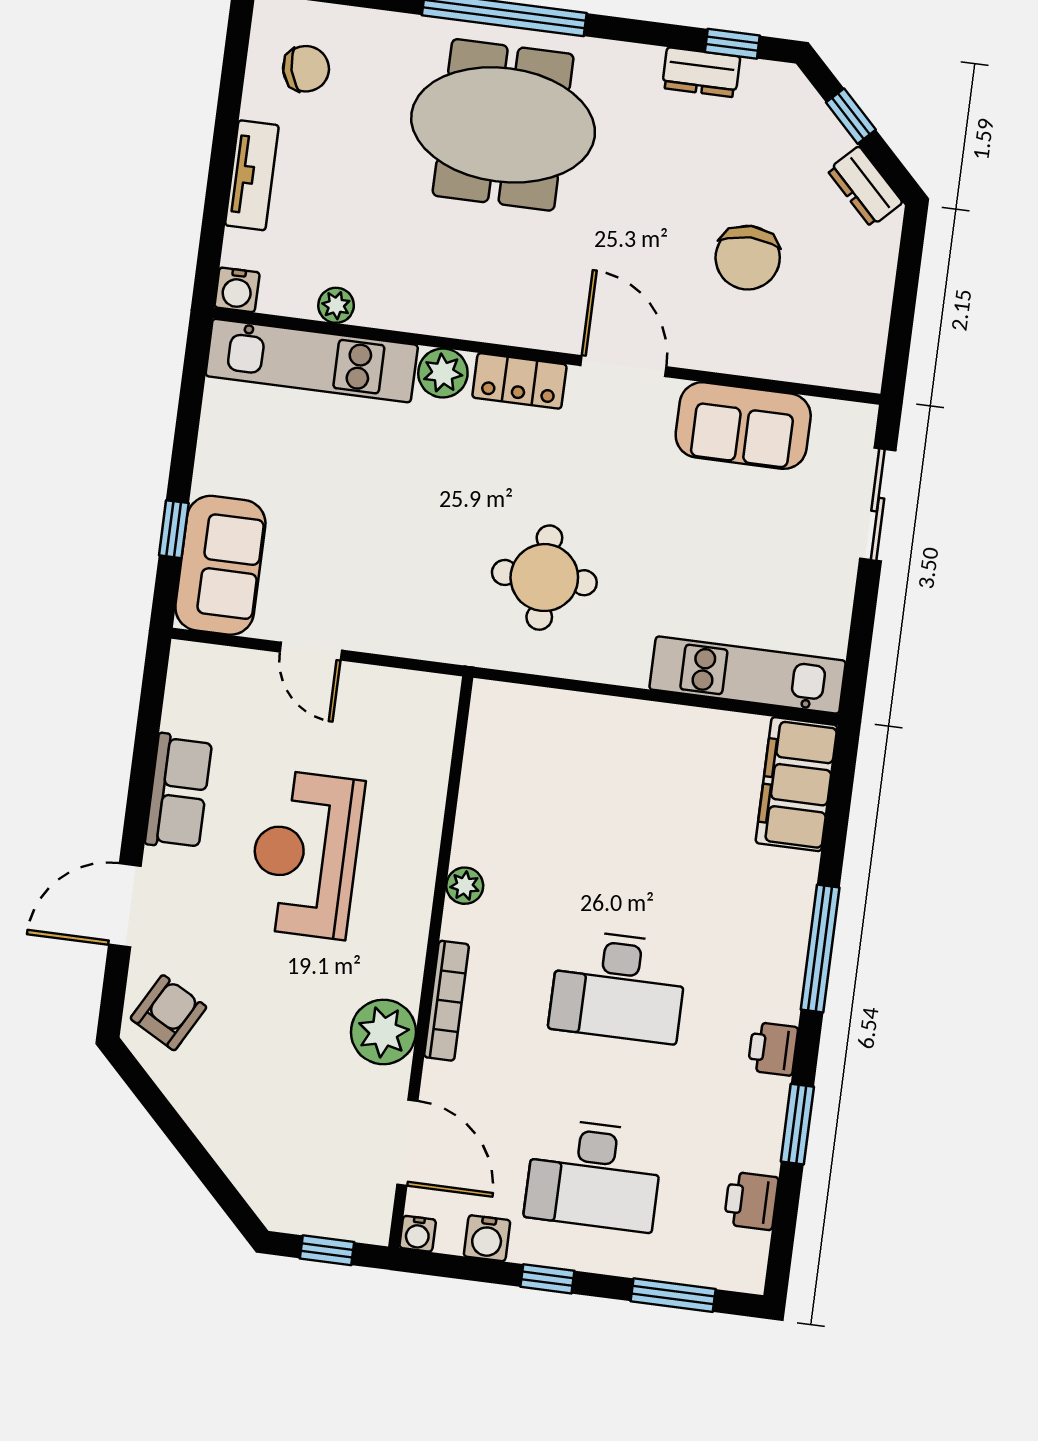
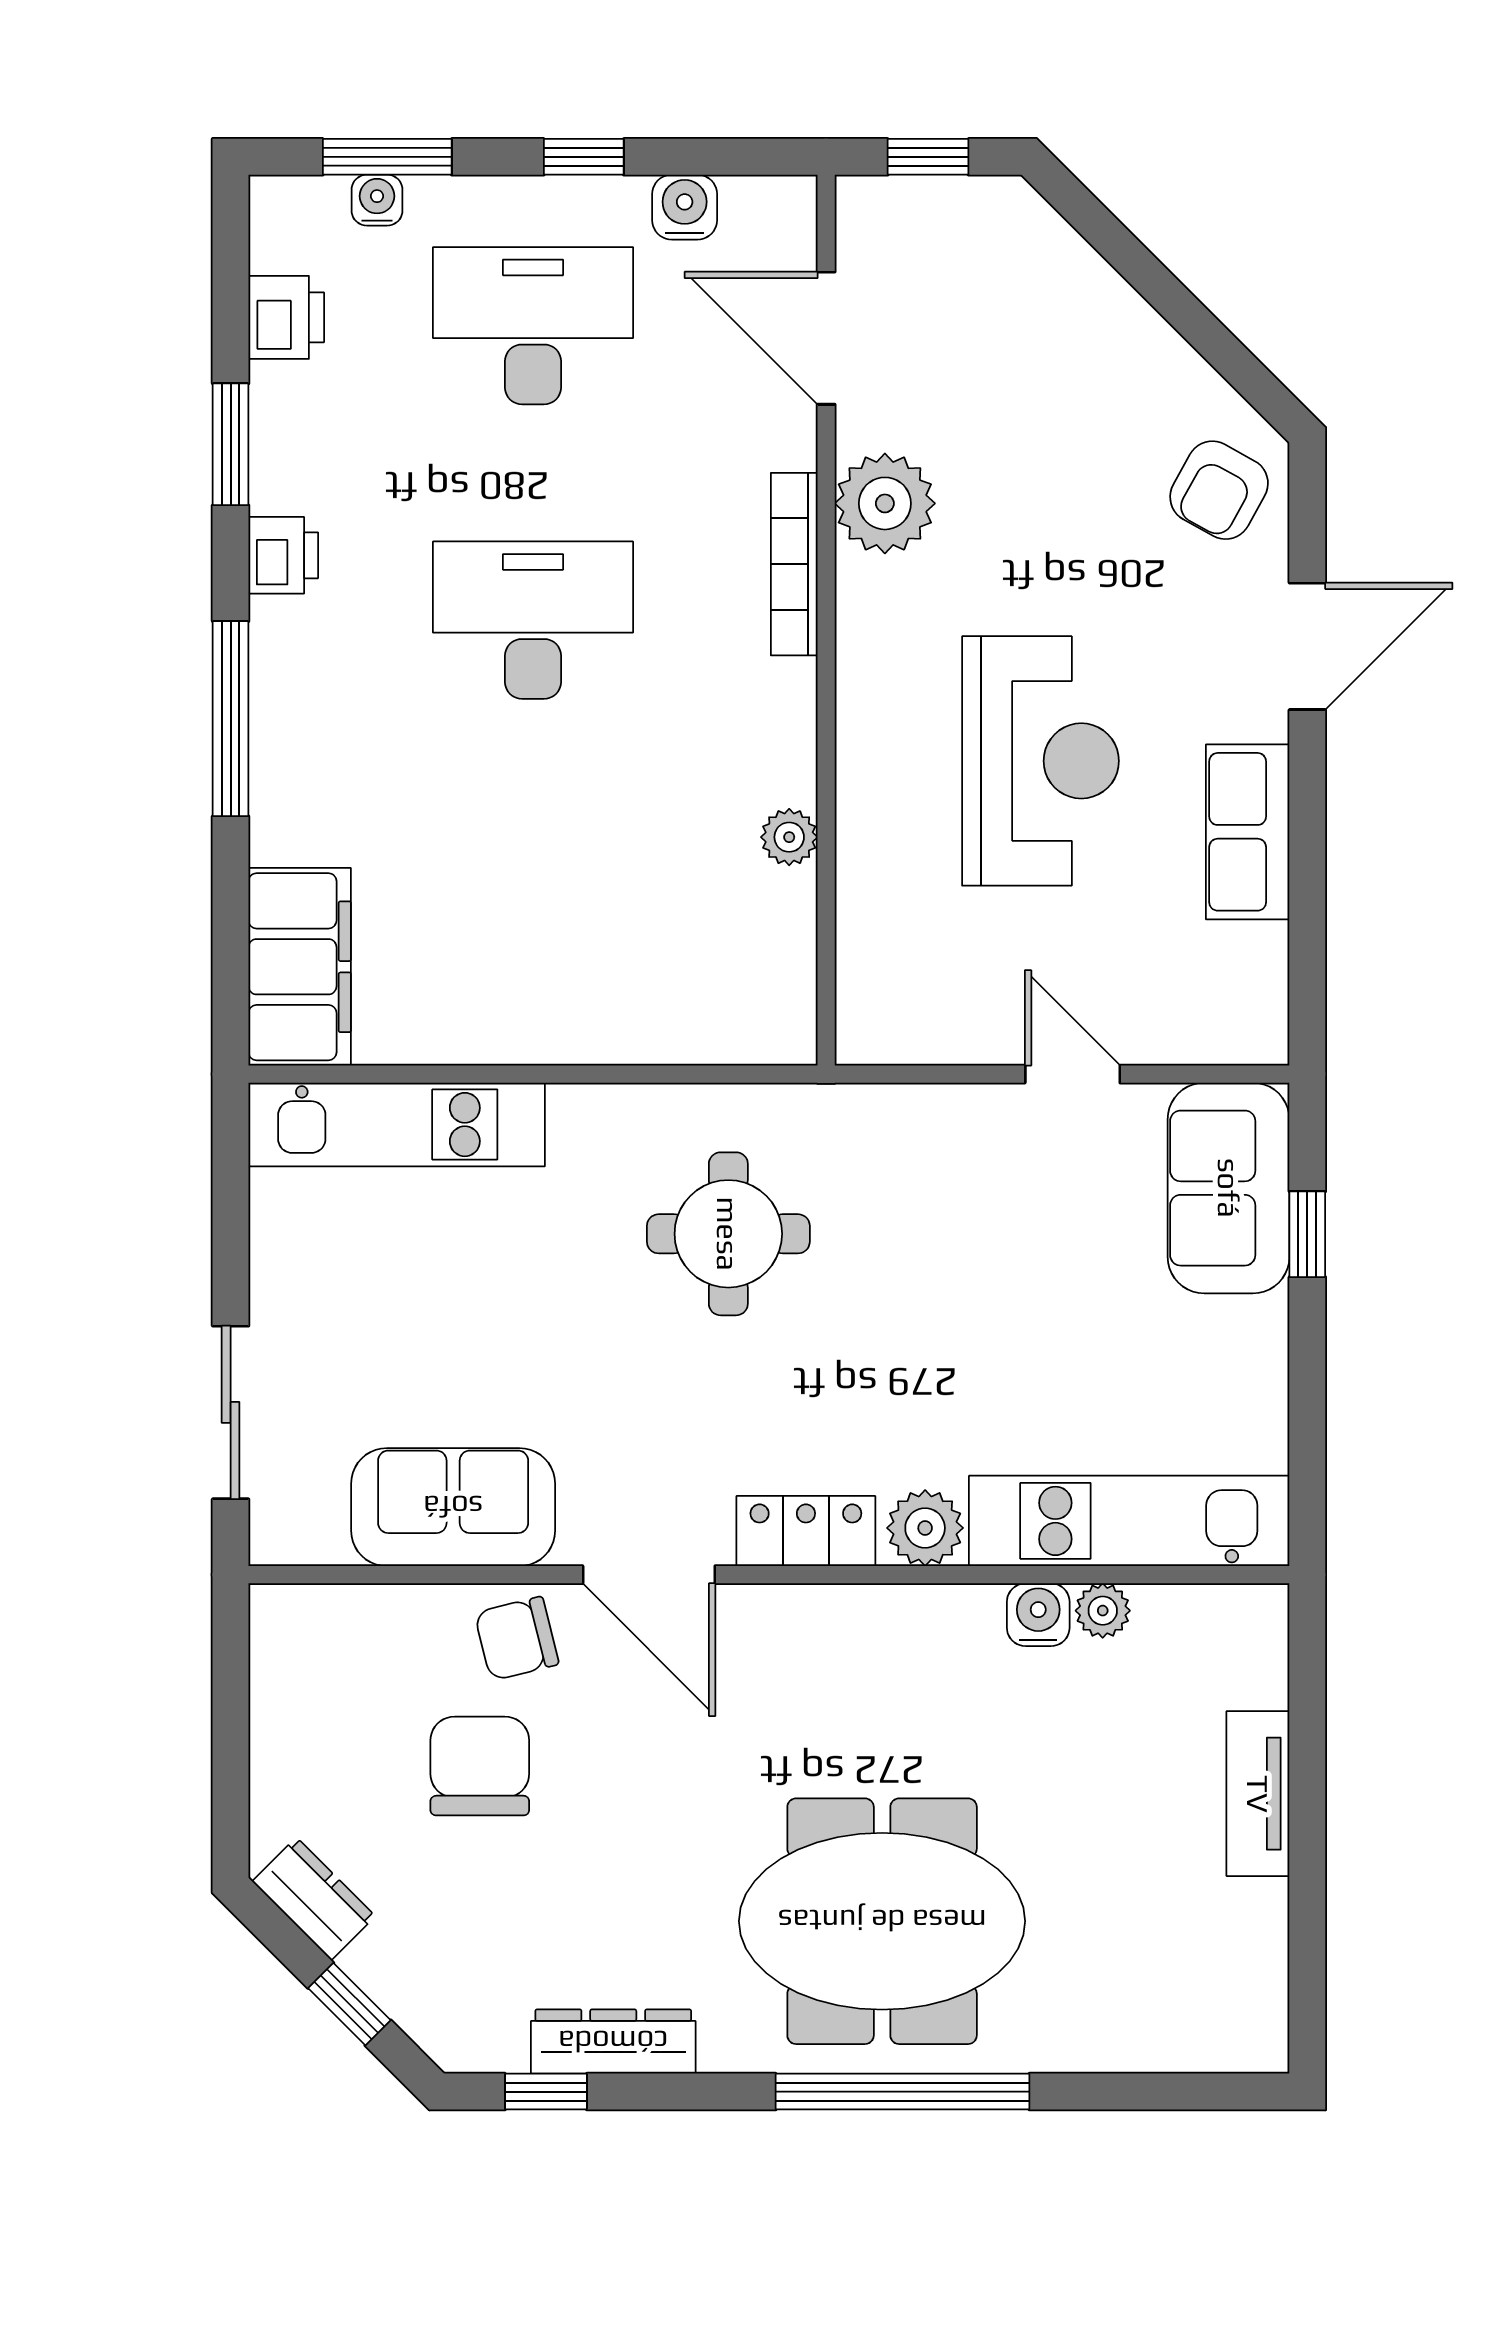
chair: (306, 69) -> (517, 1639), moved
dresser: (701, 72) -> (613, 2042), width x1.44
water cooler: (237, 290) -> (1038, 1615), moved
plant: (465, 886) -> (789, 837), moved
water cooler: (418, 1234) -> (377, 200), moved

